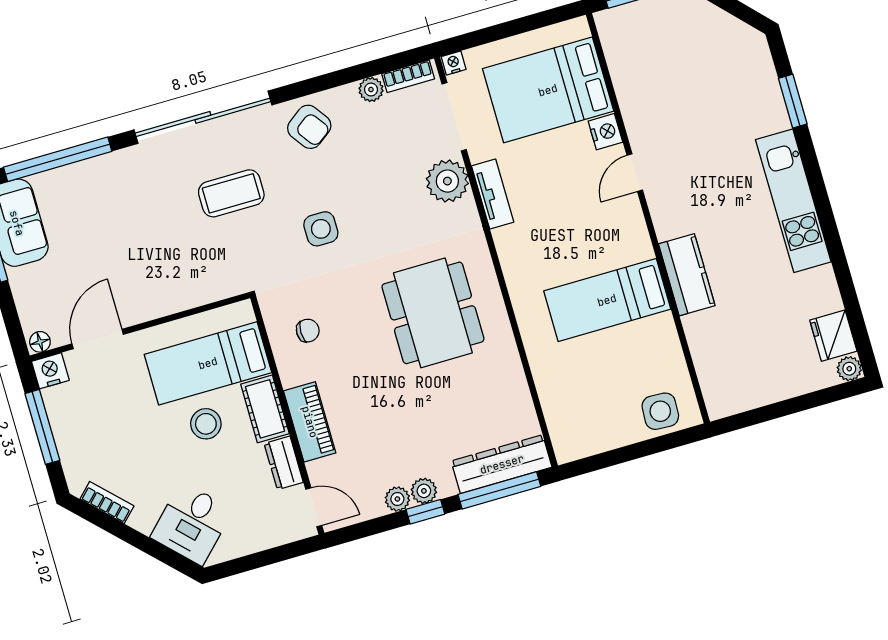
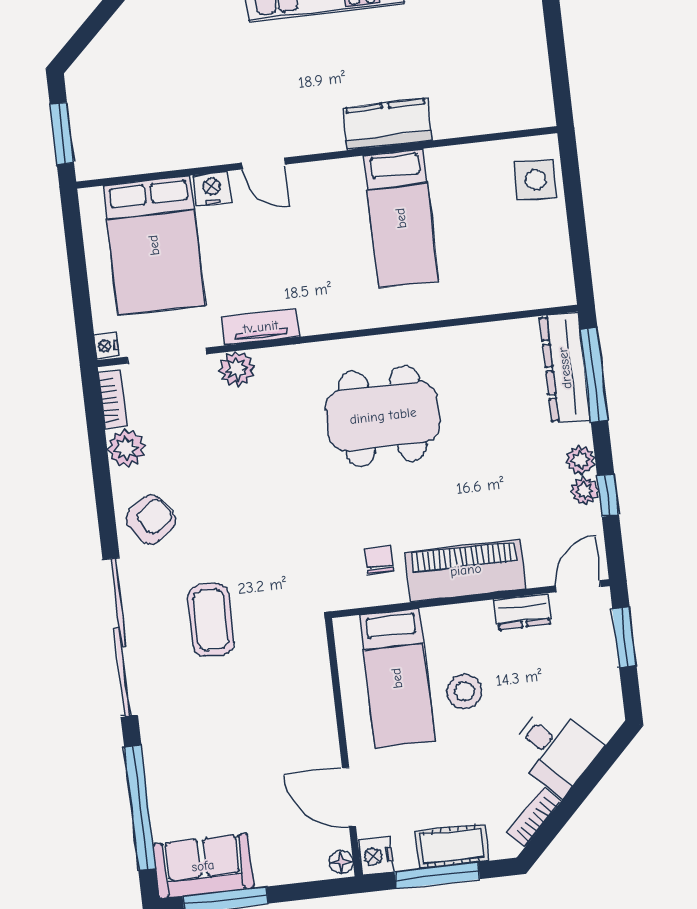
plant: (371, 90) -> (126, 448), width x1.38, depth x1.38
plant: (447, 181) -> (237, 369), width x0.73, depth x0.73
side table: (321, 229) -> (267, 526), removed
cot: (265, 409) -> (451, 846), moved
piano: (310, 422) -> (466, 570), width x1.37, depth x1.33
window: (425, 512) -> (608, 495), moved
desk: (192, 524) -> (555, 749), moved
window: (276, 555) -> (624, 637), added

